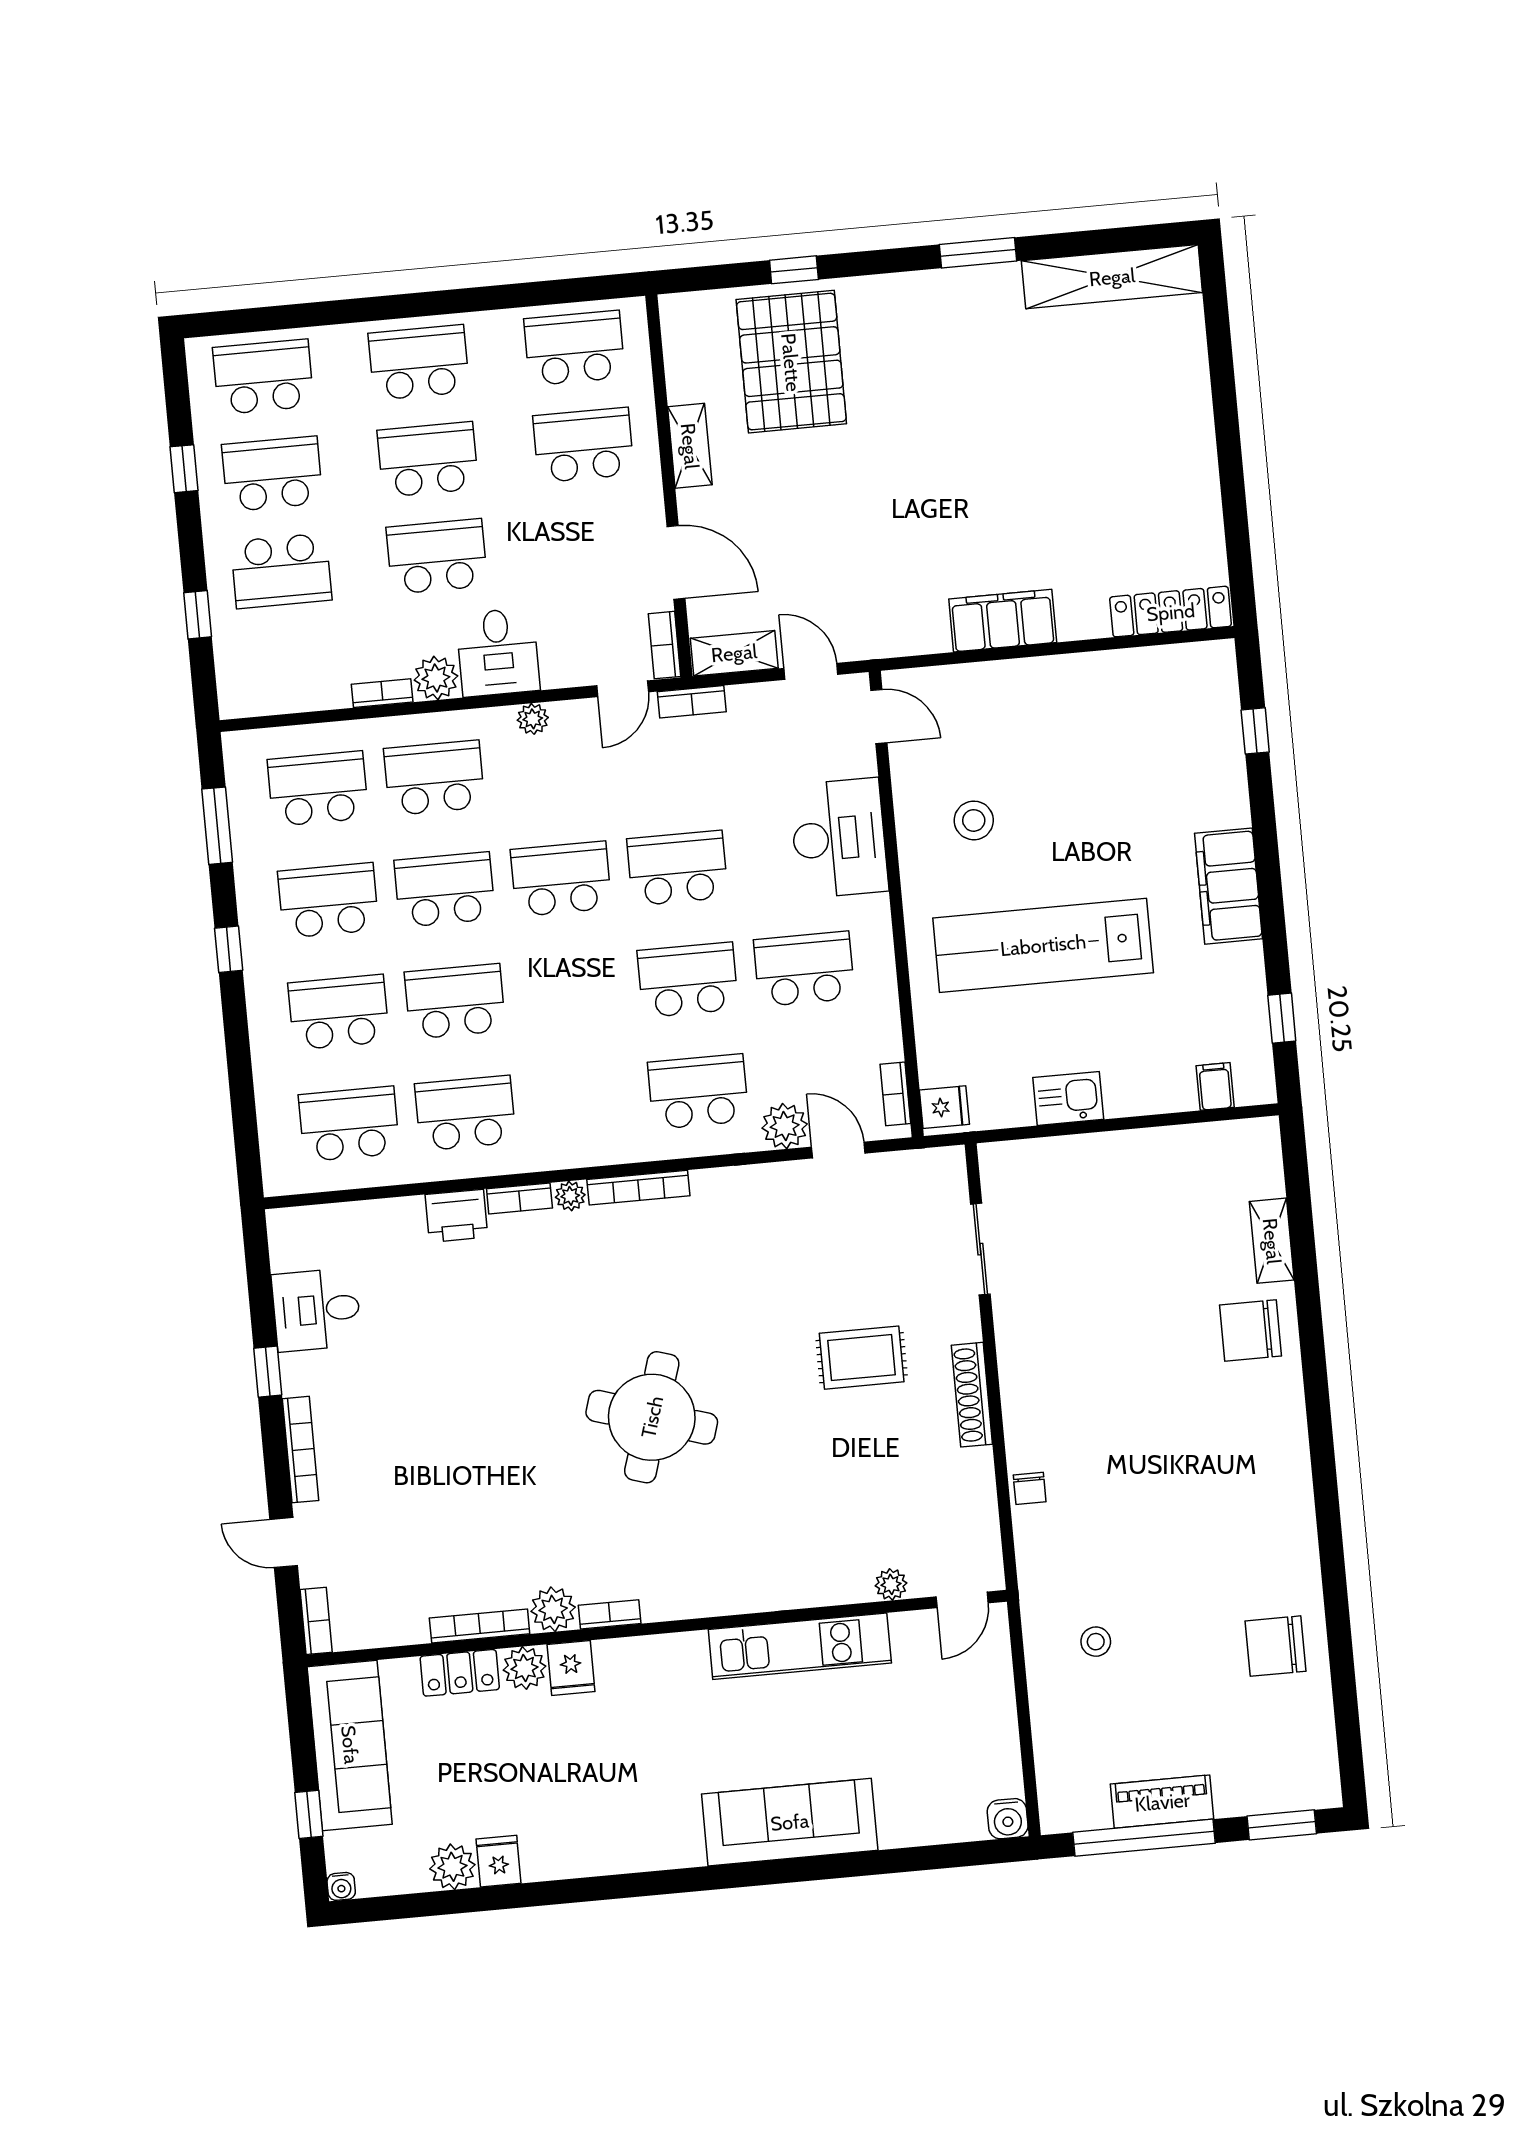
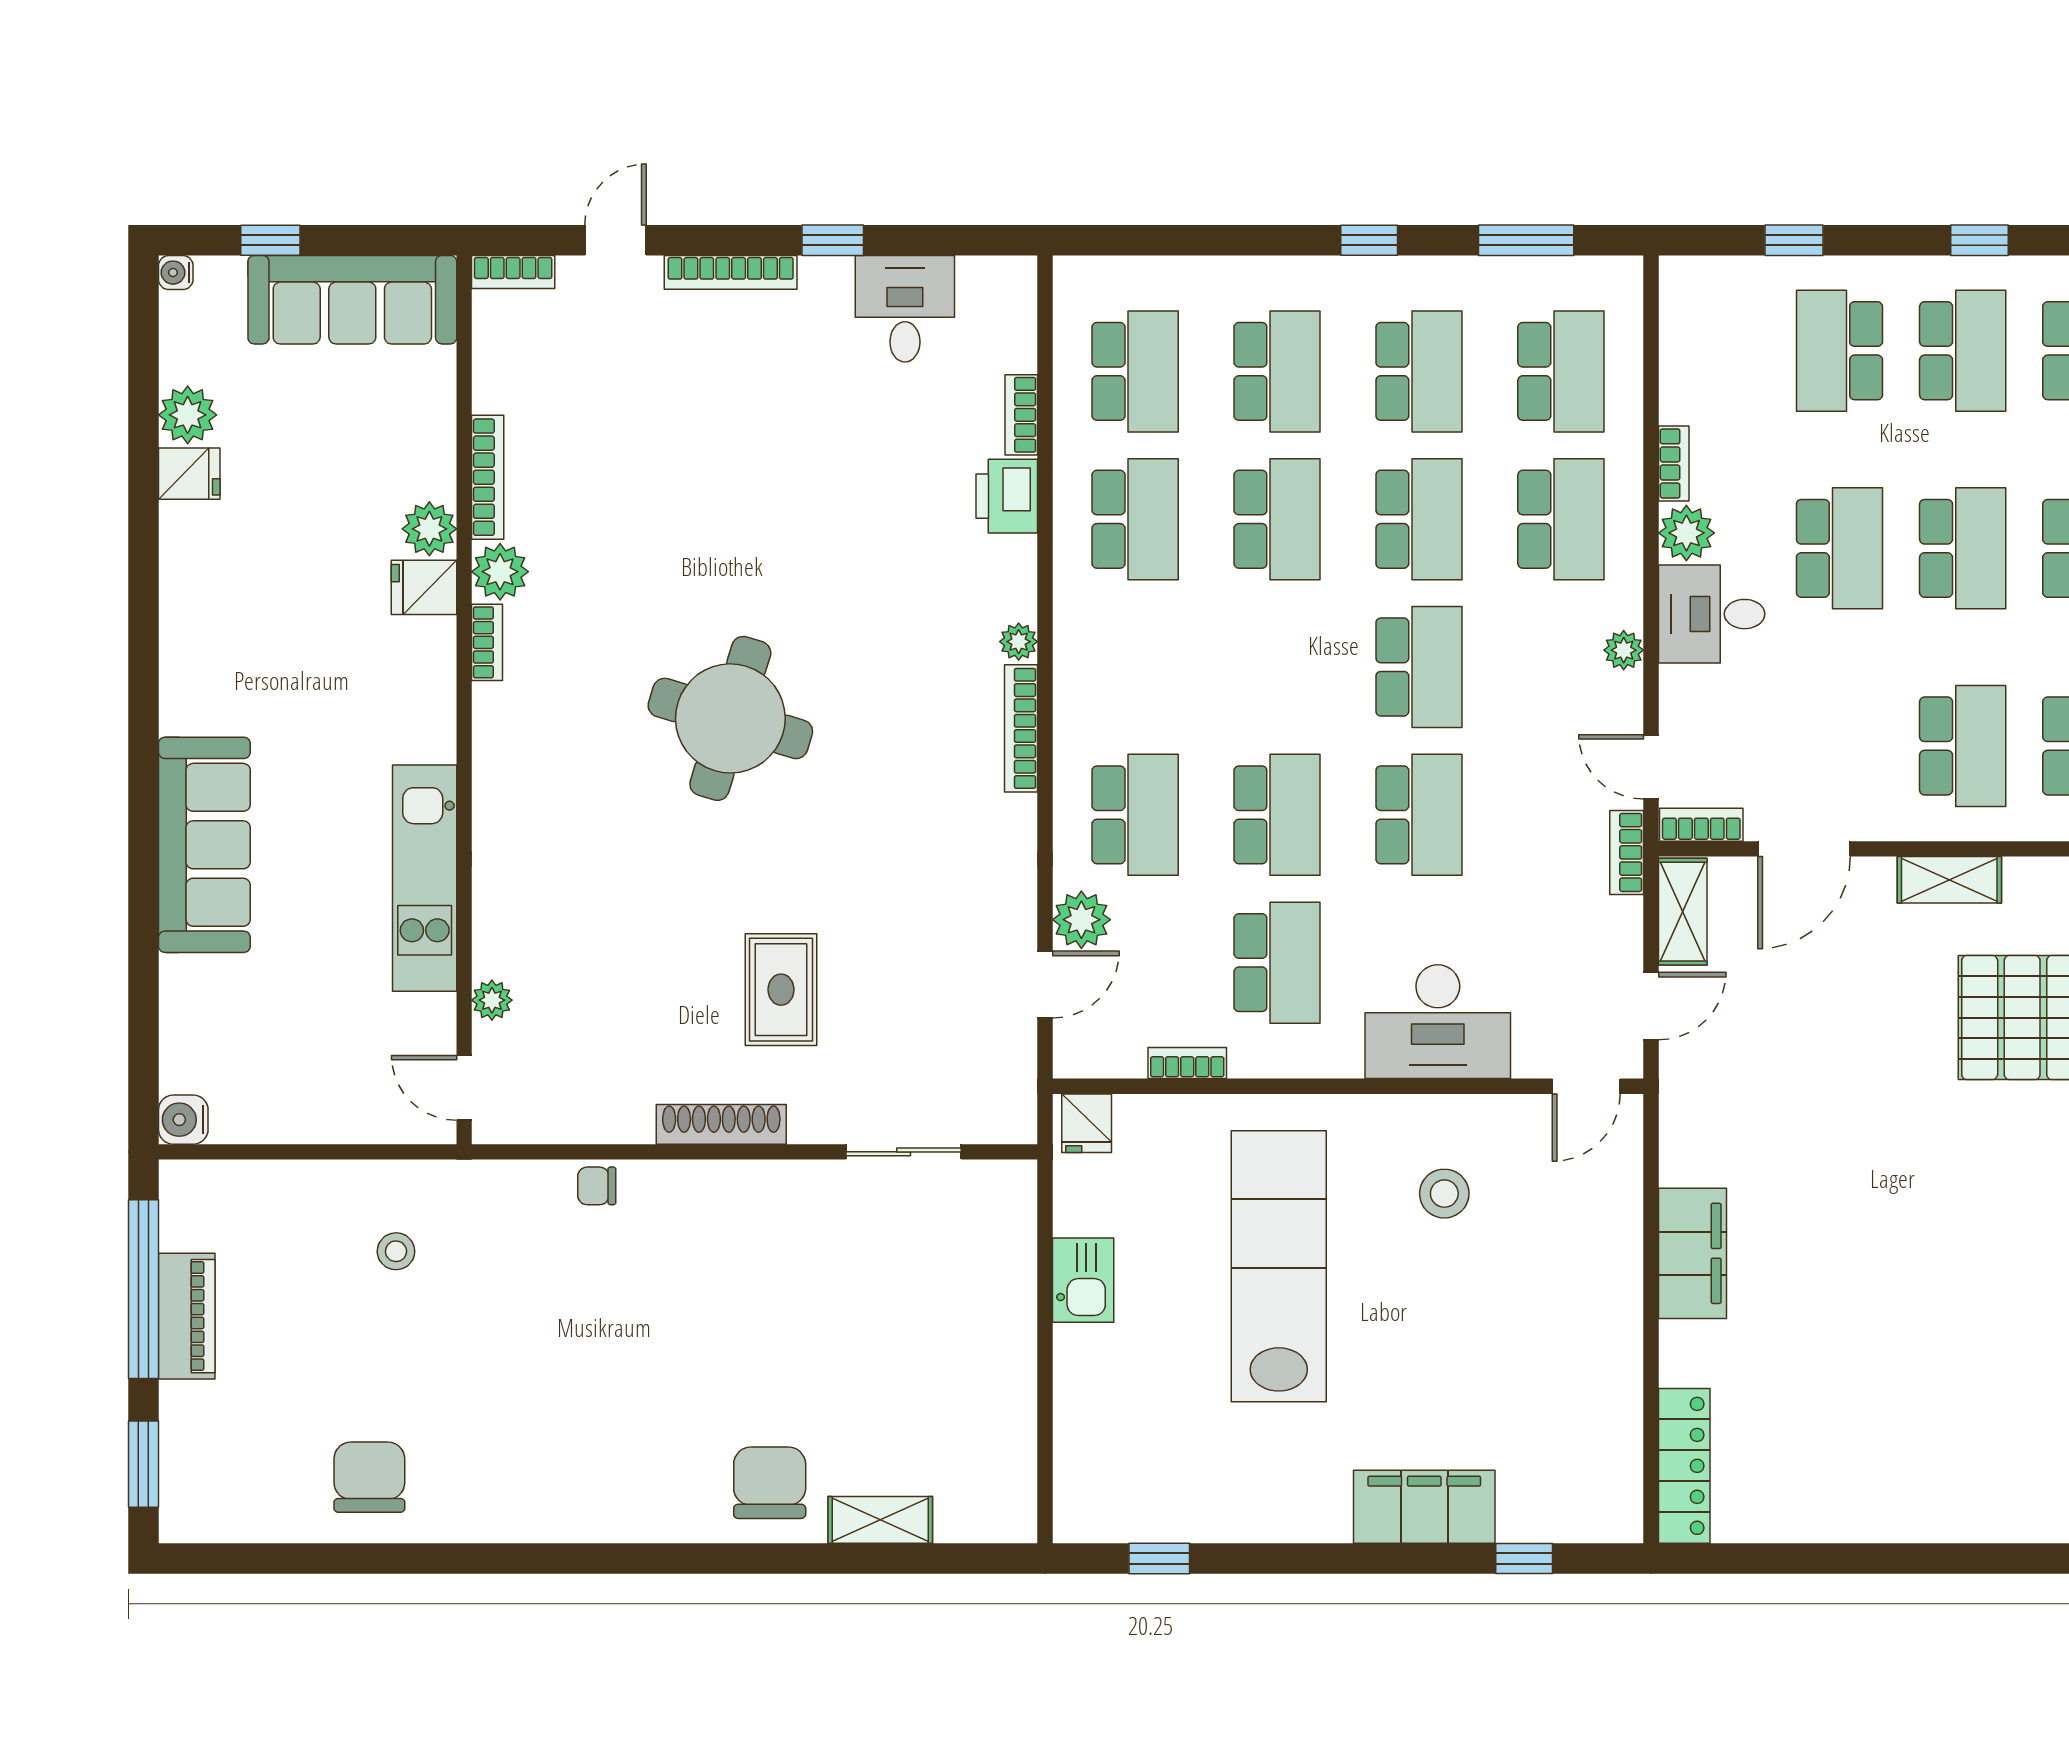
filing cabinet: (1228, 886) -> (1424, 1507), moved
filing cabinet: (1215, 1086) -> (1081, 1467), removed
bookcase: (895, 1094) -> (1187, 1063), moved
bookcase: (519, 1198) -> (1021, 415), moved
locker: (460, 1673) -> (431, 447), removed

